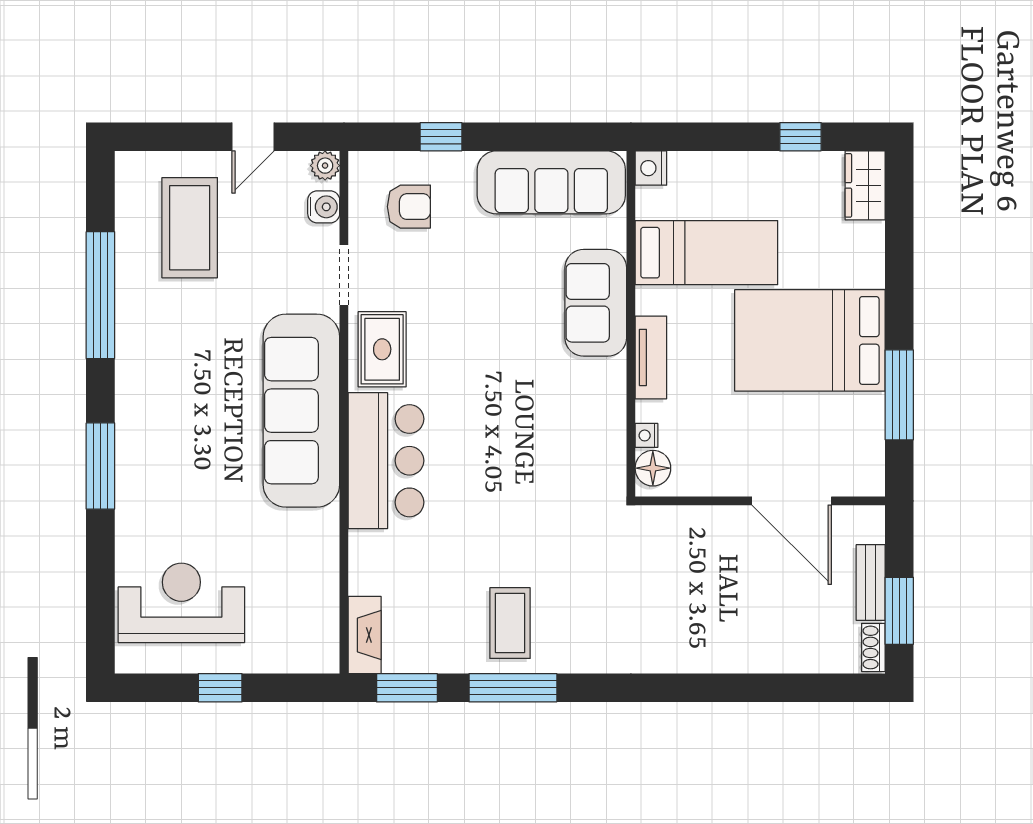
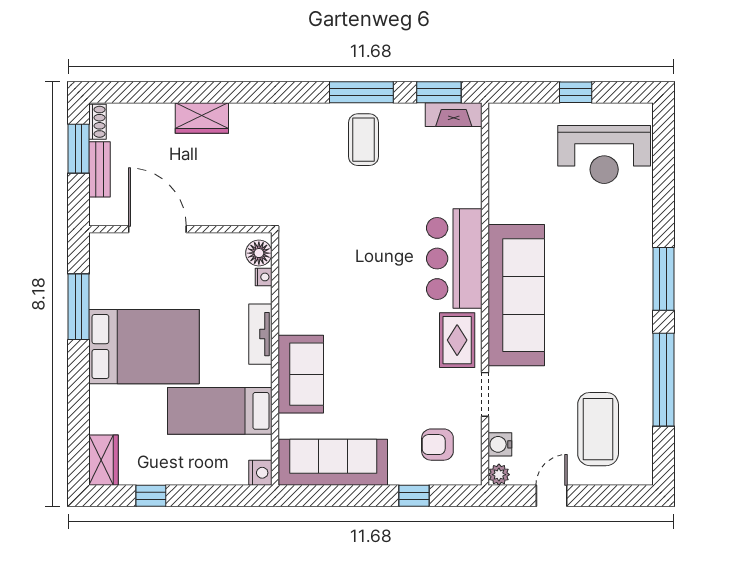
window: (100, 466) -> (663, 279), moved
fireplace: (365, 635) -> (454, 115), moved, turned -90
wardrobe: (731, 653) -> (202, 118), added

